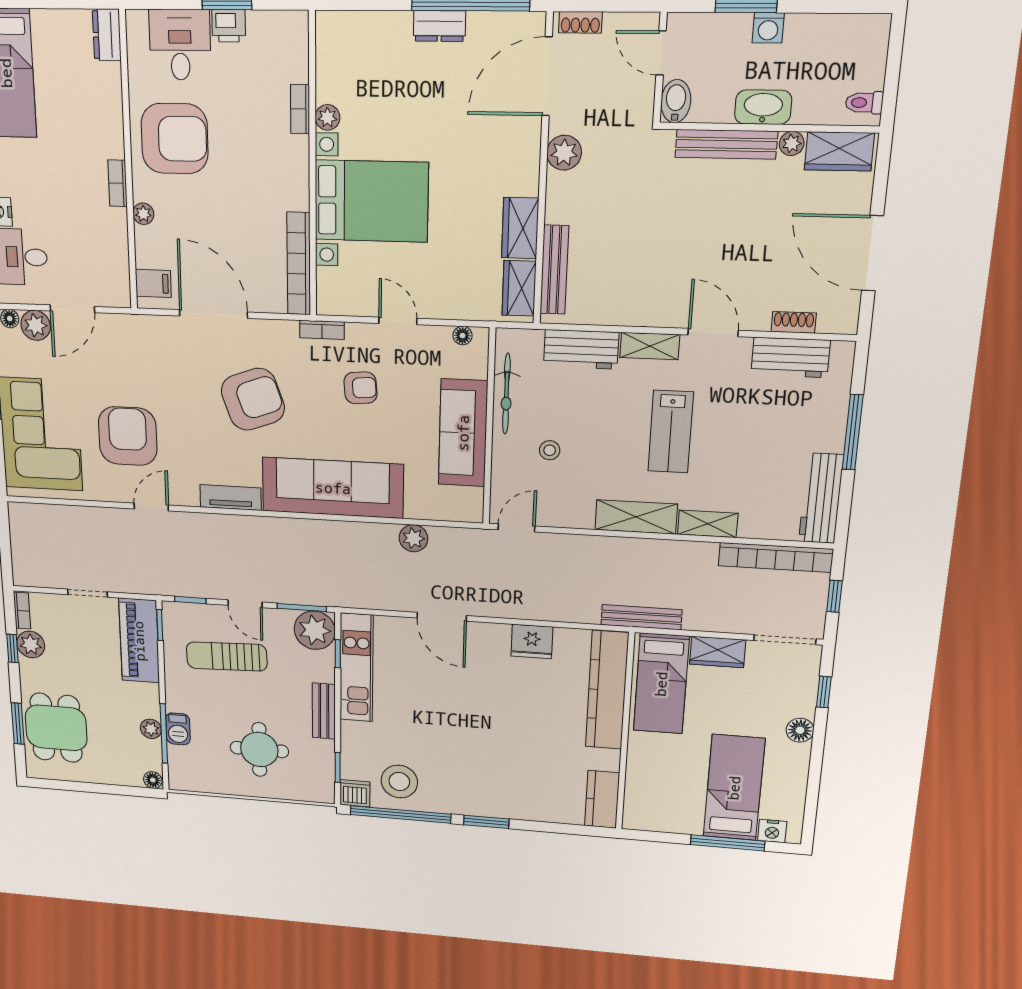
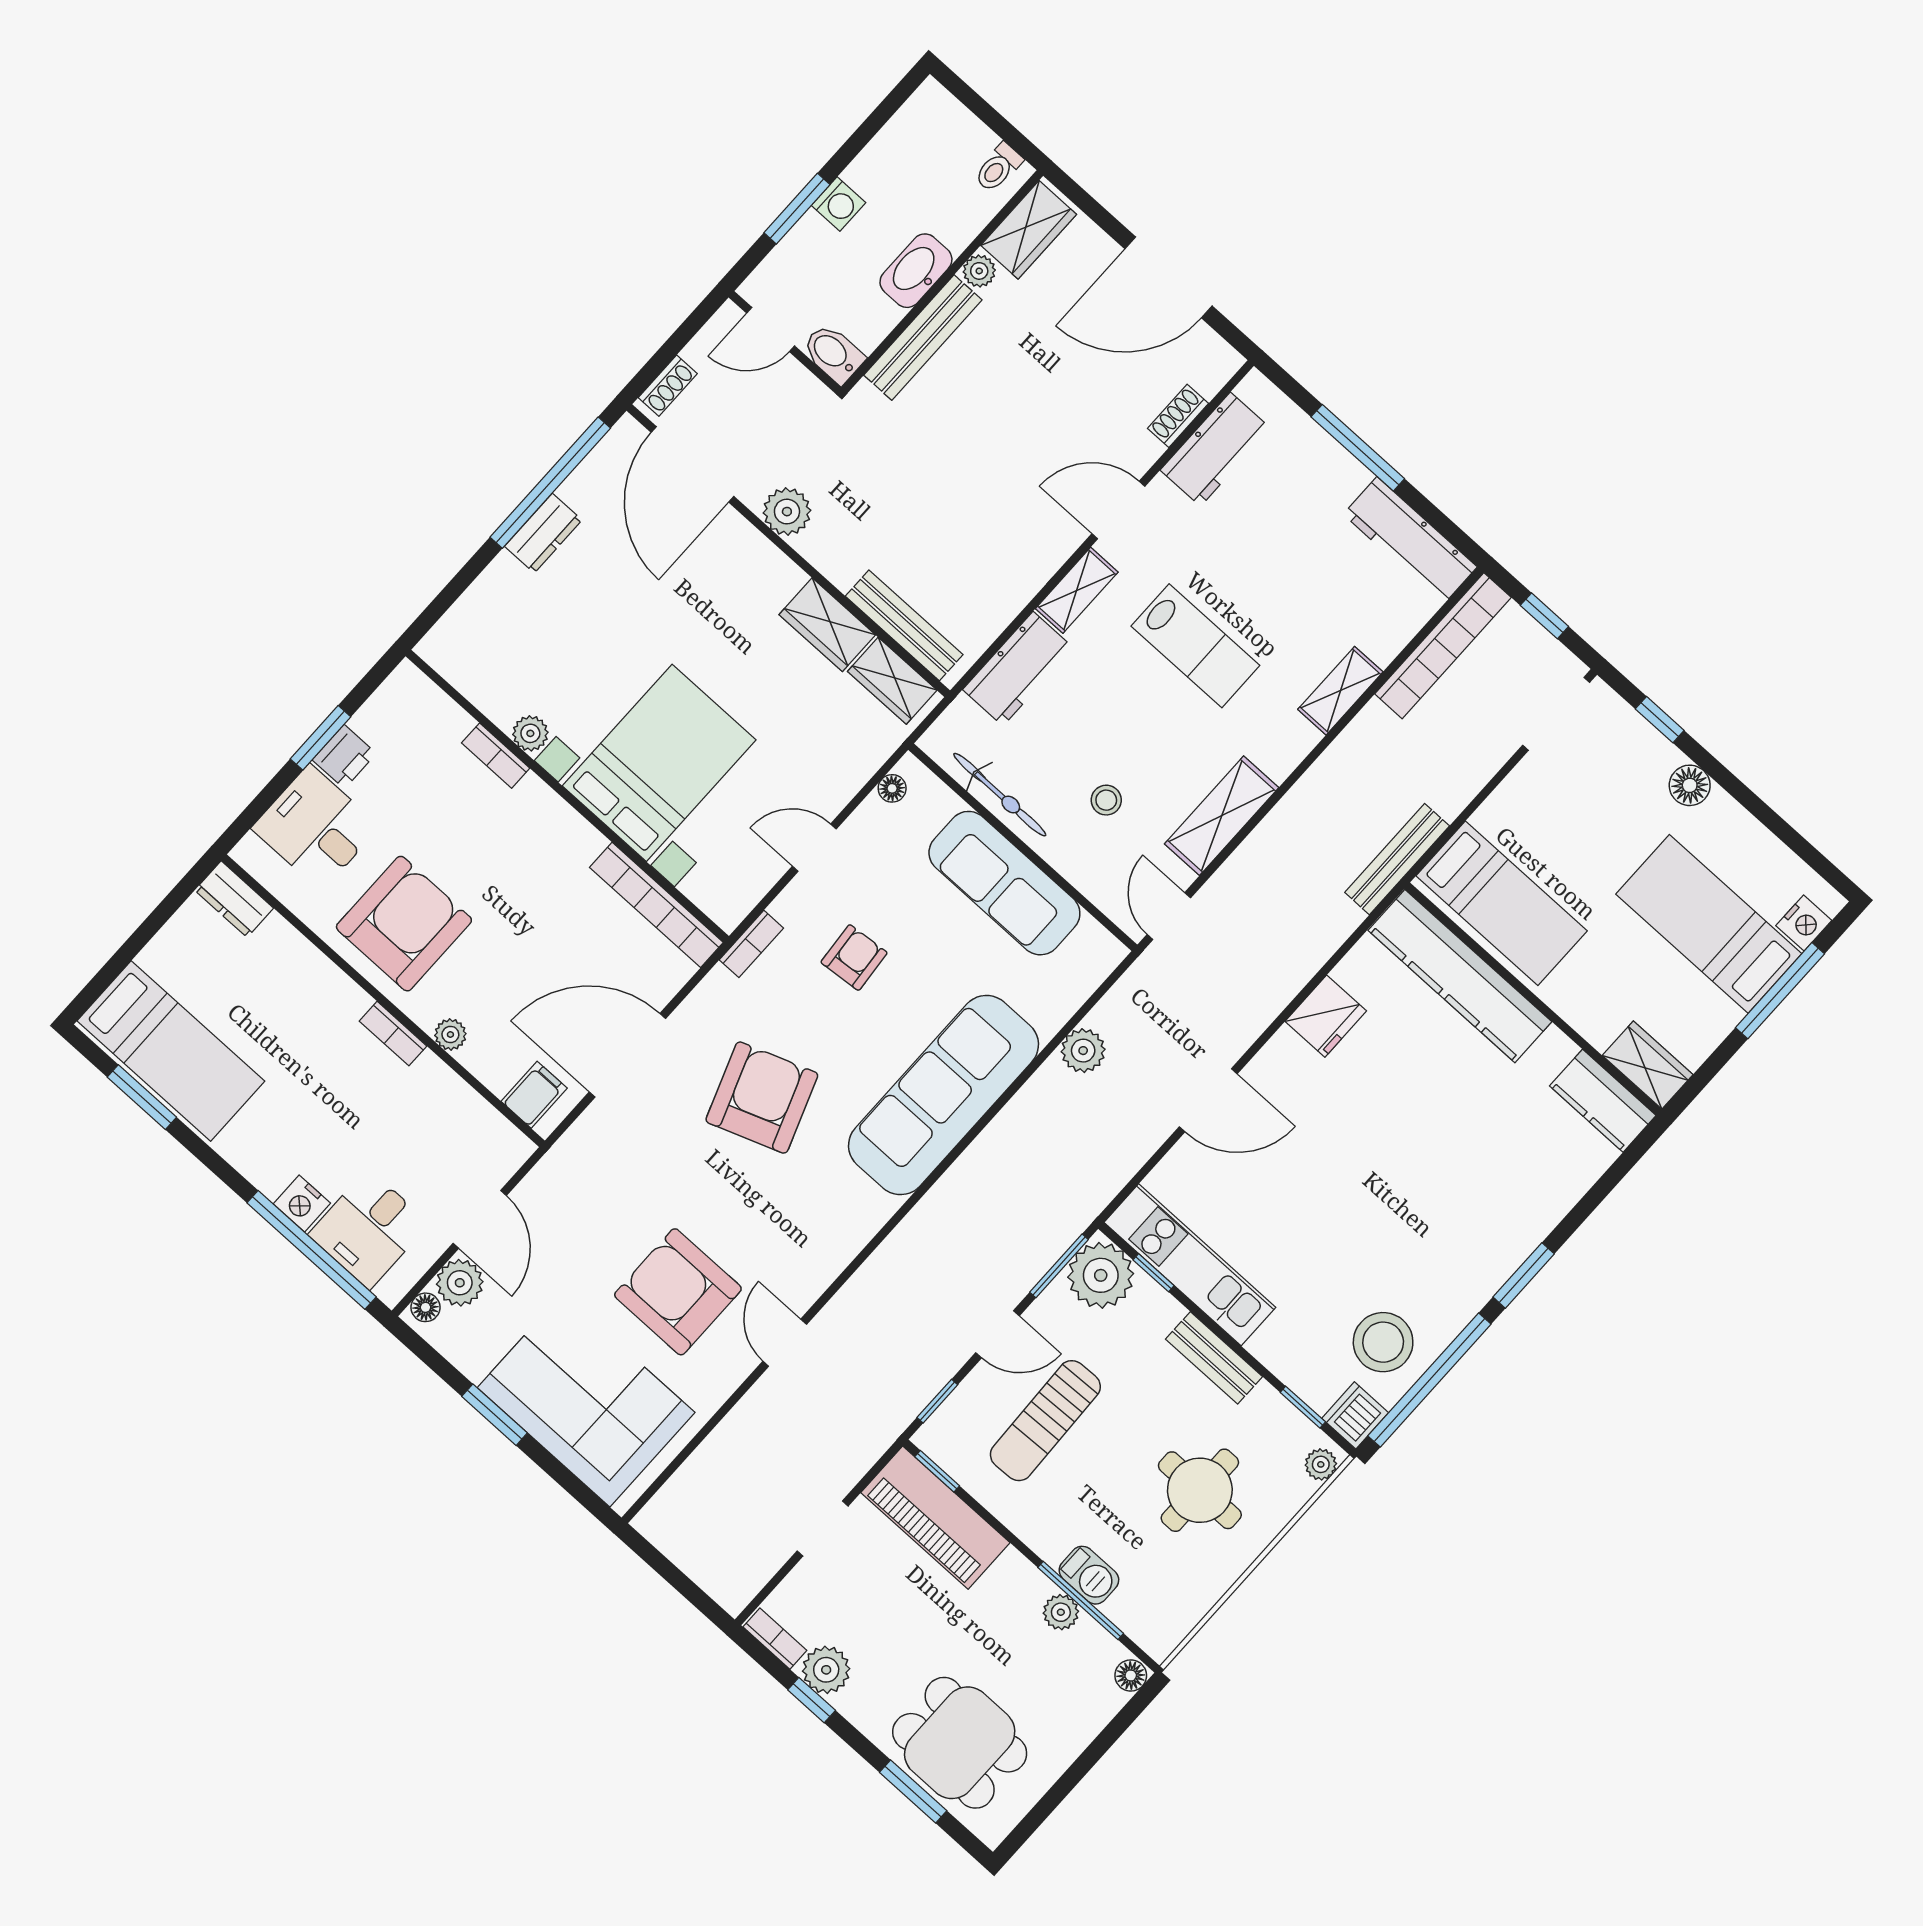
tv unit: (231, 498) -> (854, 1232), removed
shelving: (636, 517) -> (1222, 816), moved
wardrobe: (718, 652) -> (1648, 1065), moved, turned -90
plant: (319, 794) -> (1321, 1464), added

